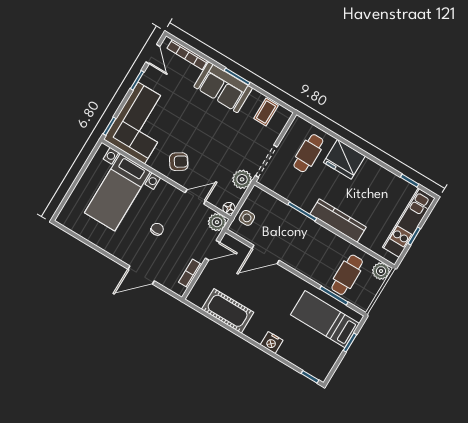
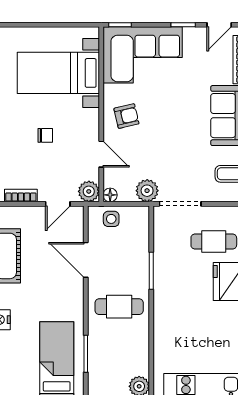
armchair: (179, 162) -> (126, 116), turned -70
kitchen counter: (338, 221) -> (164, 312), removed
door: (212, 250) -> (58, 204), hinge flipped
cafe table: (347, 275) -> (119, 307), moved

